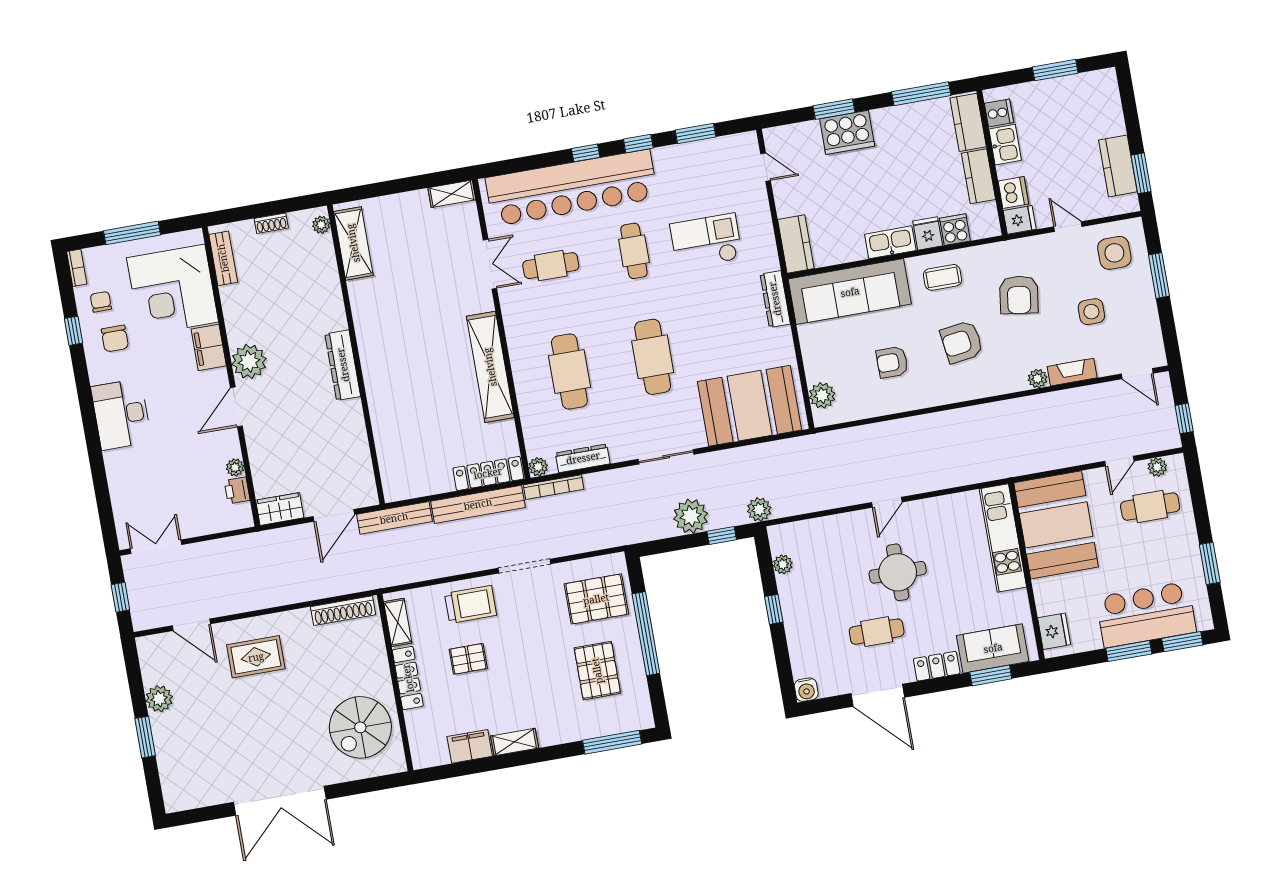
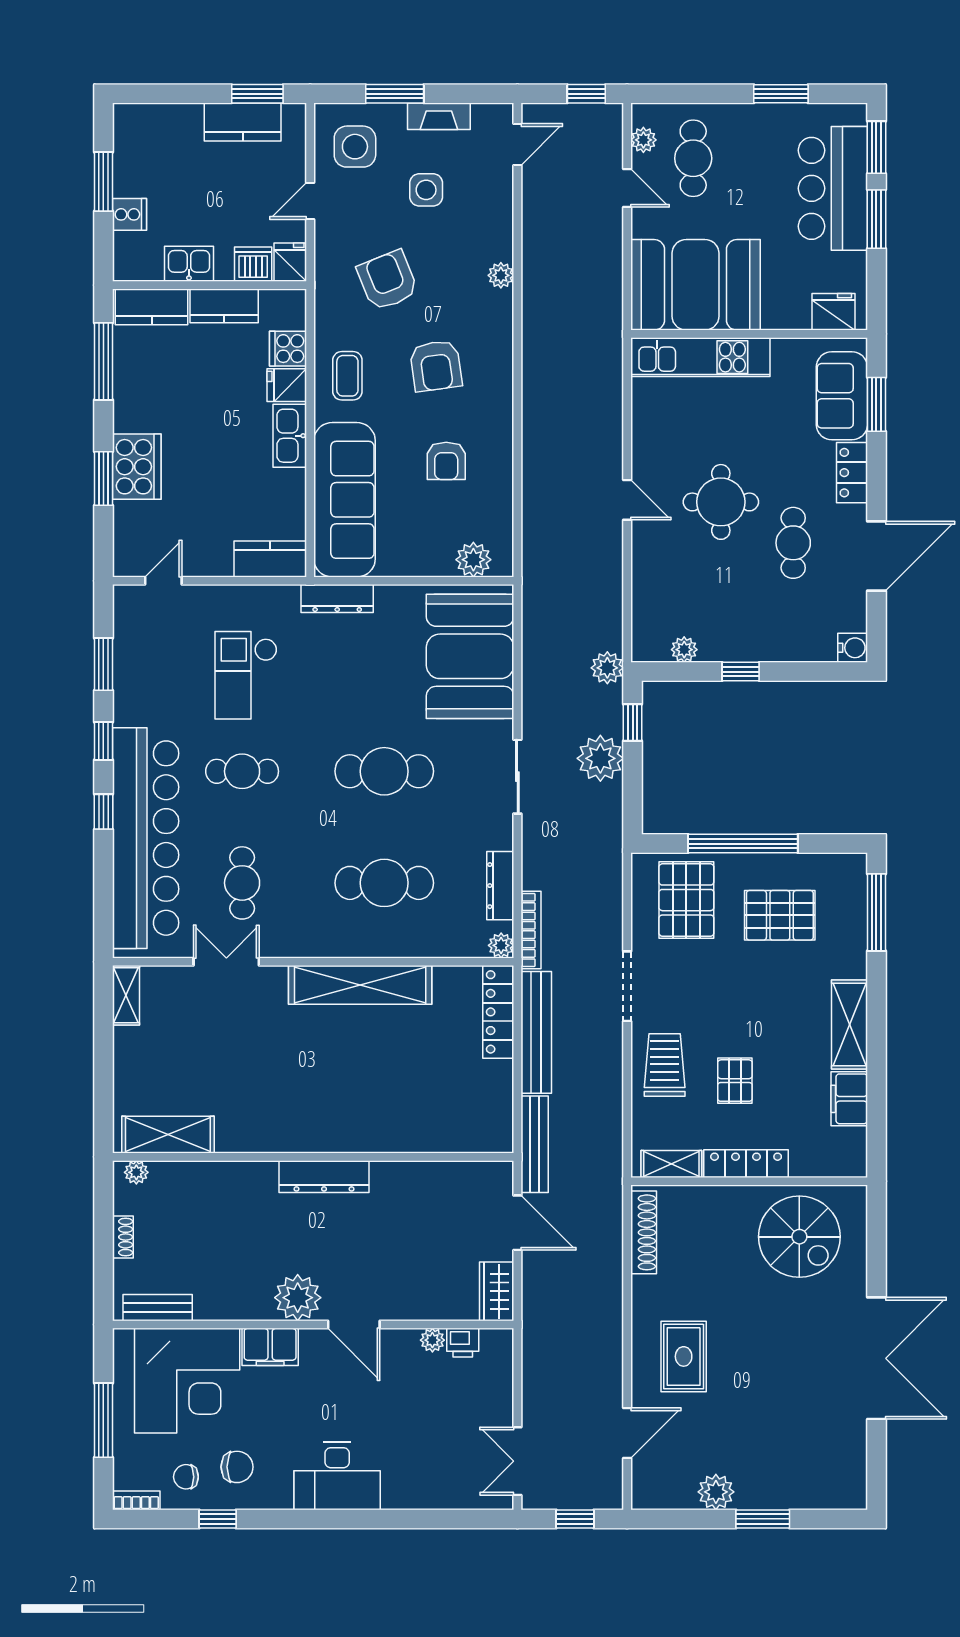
cooker: (999, 113) -> (129, 214), moved, turned 90
armchair: (1019, 295) -> (387, 280), turned -120
fireplace: (1072, 372) -> (439, 116), moved, turned -90
shelving: (515, 742) -> (849, 1024), width x1.50, depth x1.33

